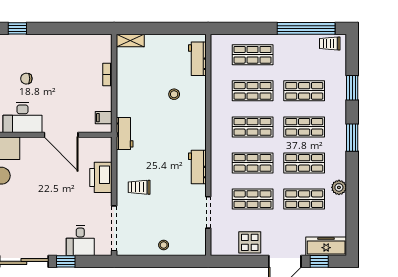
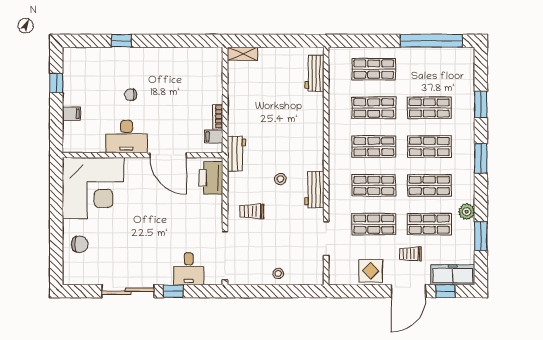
trolley: (330, 44) -> (410, 254), moved
bookcase: (107, 74) -> (218, 117), moved
stool: (174, 94) -> (280, 179), moved
printer: (101, 177) -> (211, 178), moved
window: (352, 210) -> (481, 236), added

